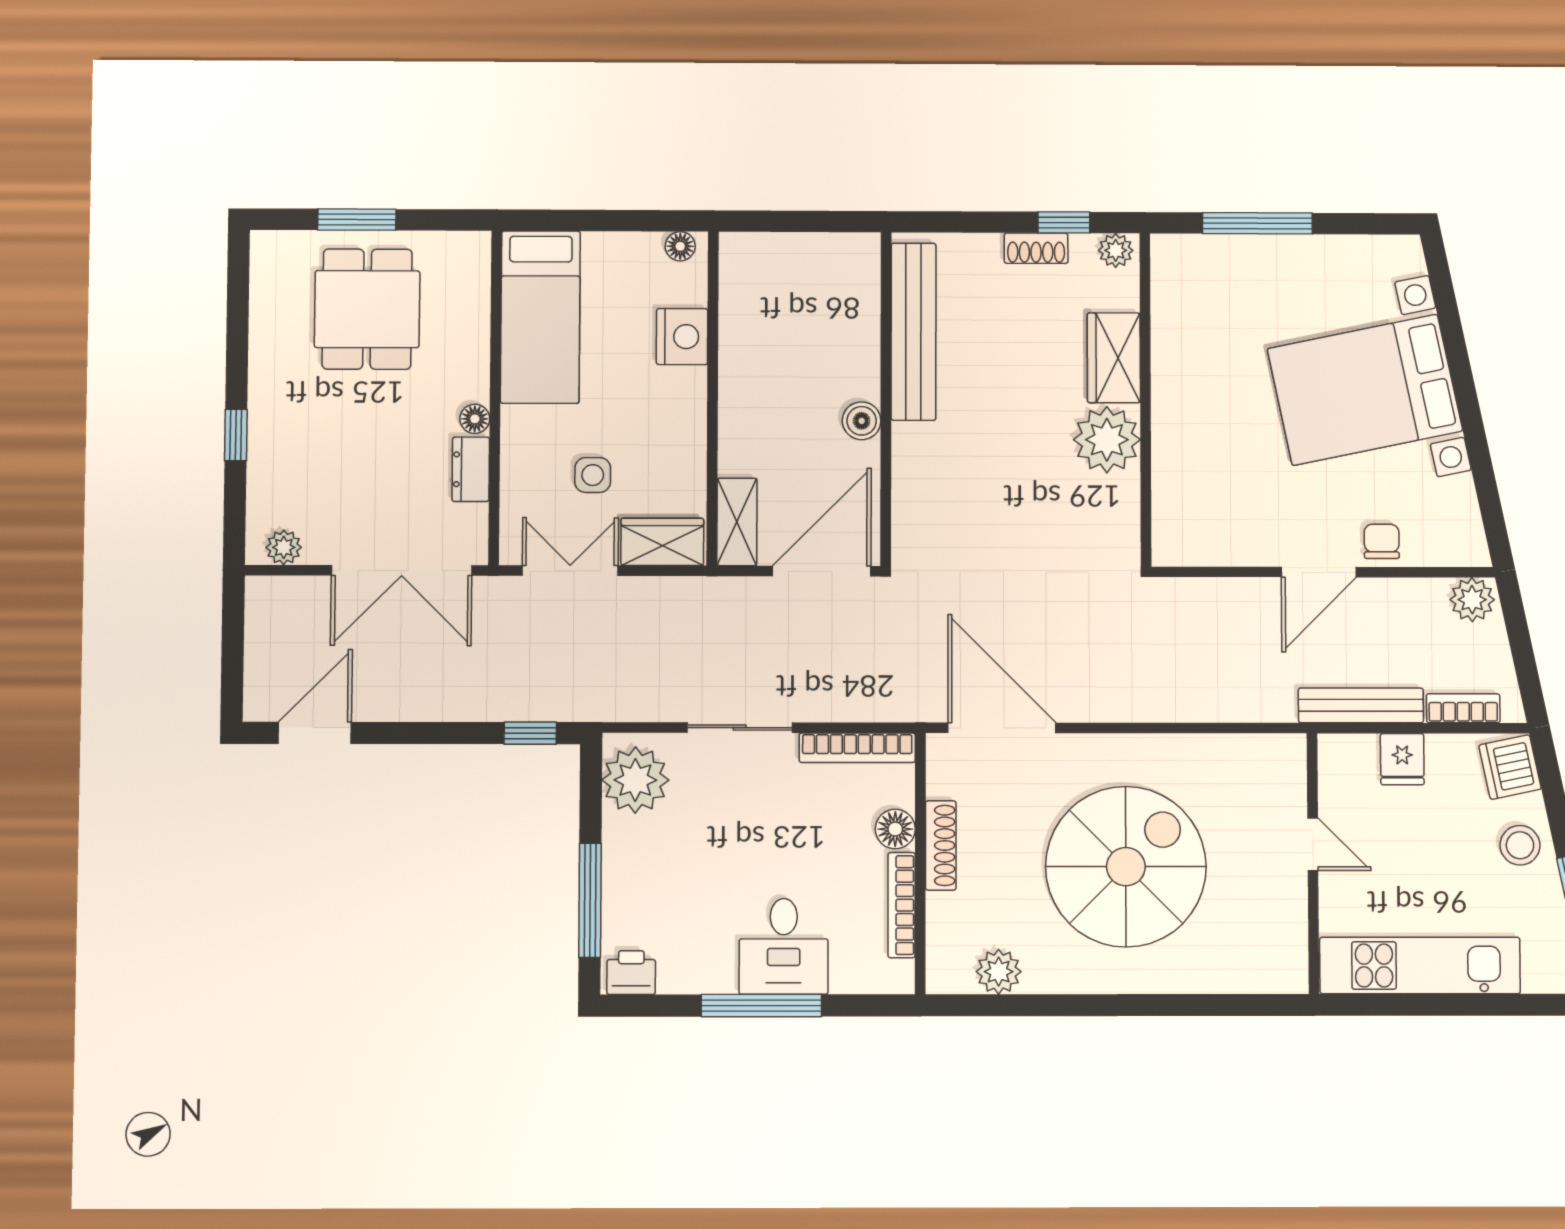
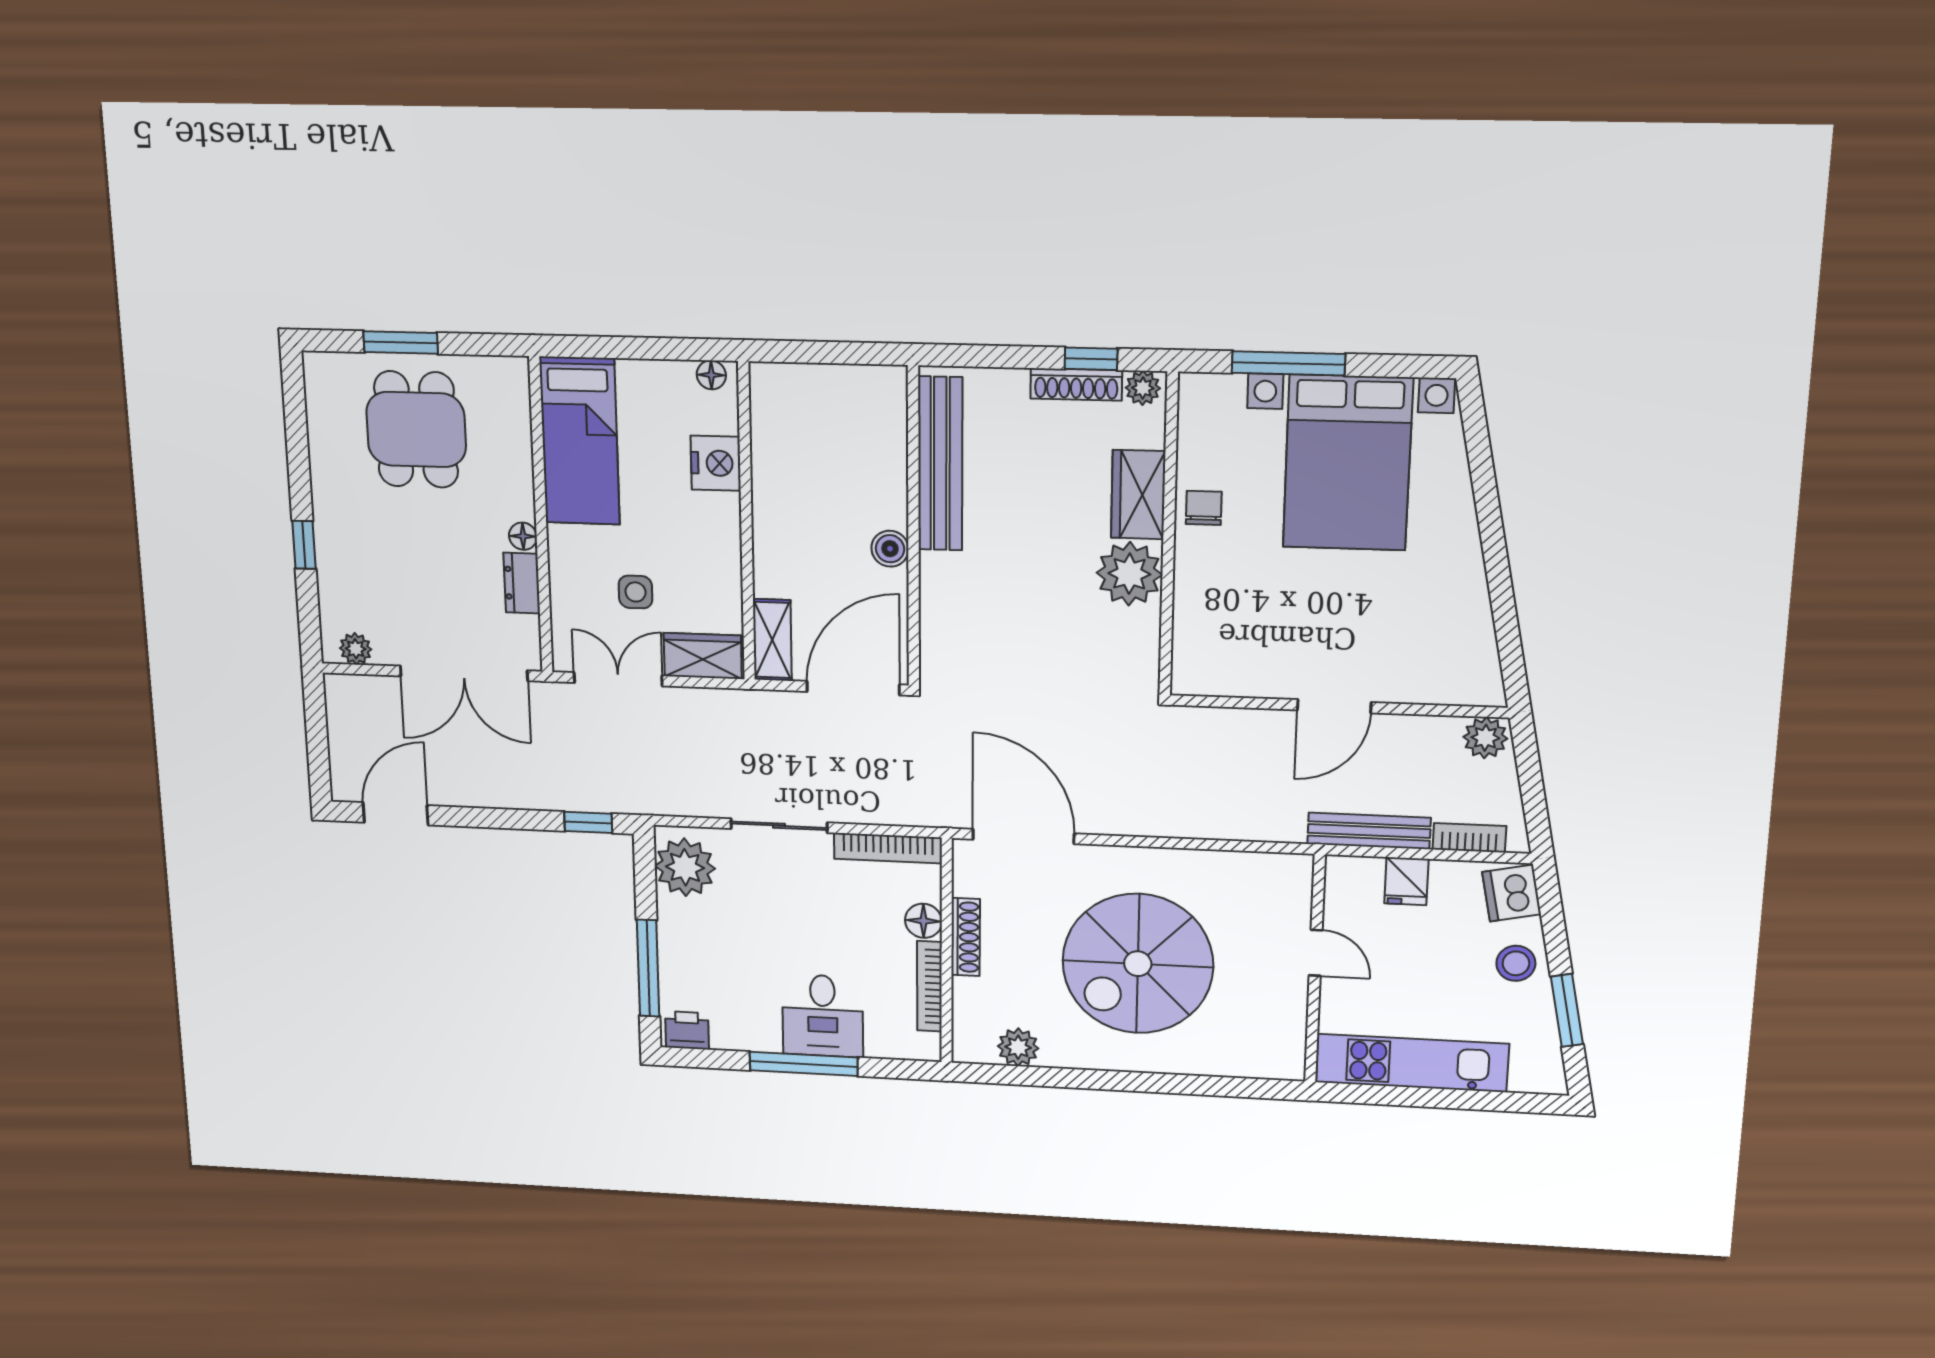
shoe rack: (1036, 248) -> (1076, 384), width x1.43
bed with nightstands: (1365, 390) -> (1348, 463), moved, turned -78
chair: (1382, 541) -> (1204, 508), moved
spiral stairs: (1126, 867) -> (1138, 964), turned 180

